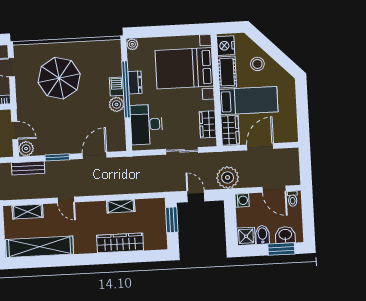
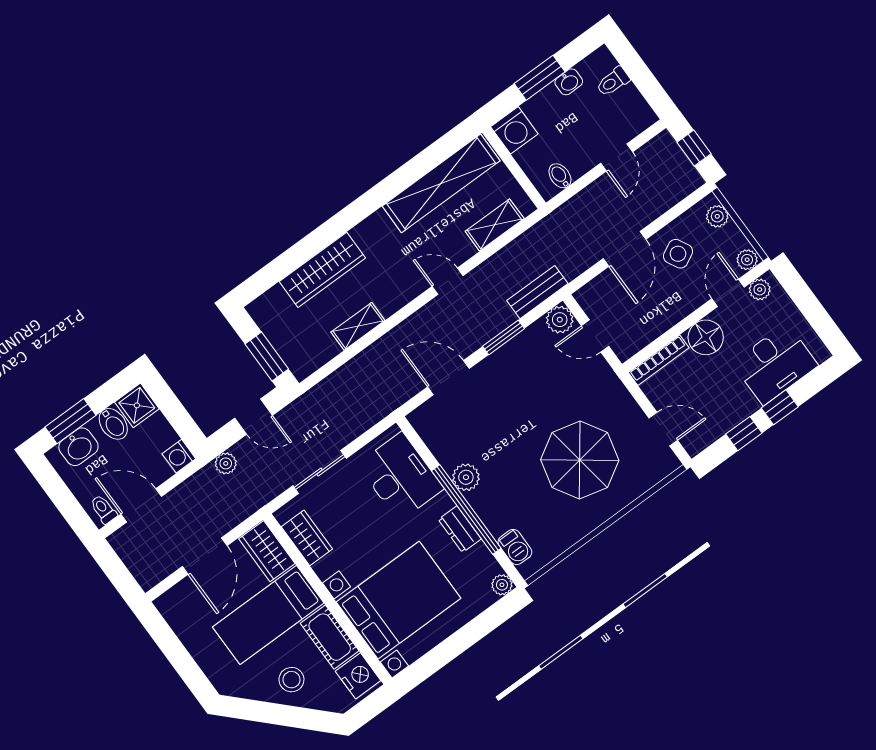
barbecue: (116, 87) -> (515, 547), moved
door: (95, 155) -> (448, 378), swing flipped
plant: (228, 177) -> (226, 463), width x0.53, depth x0.53

